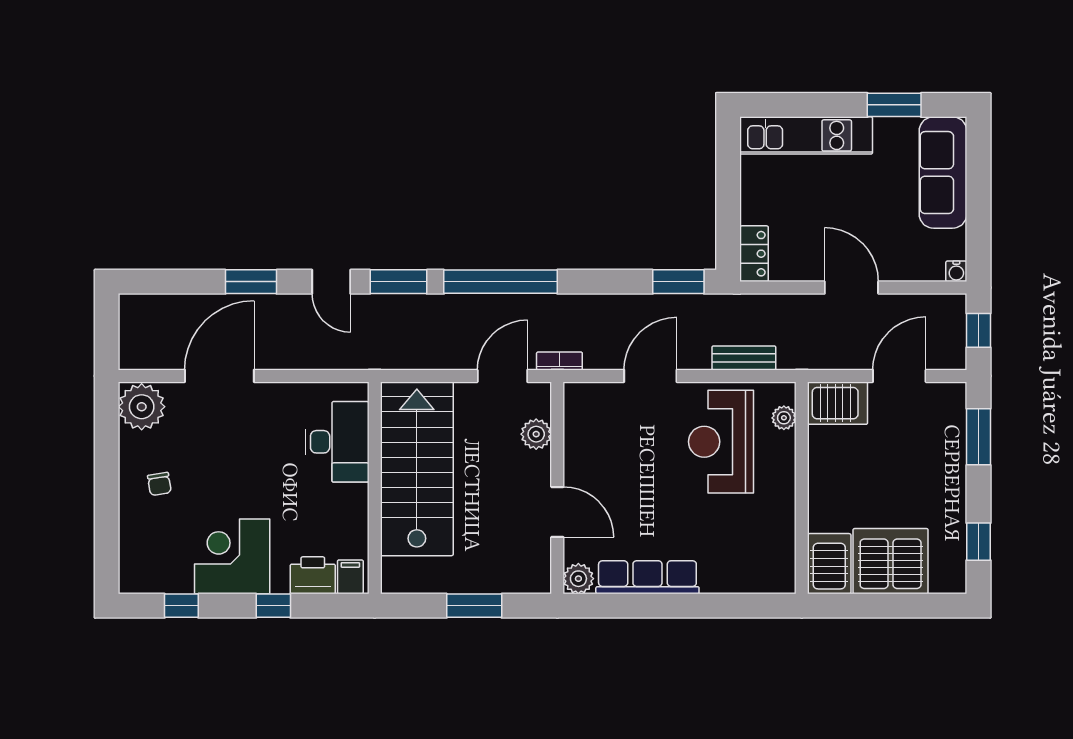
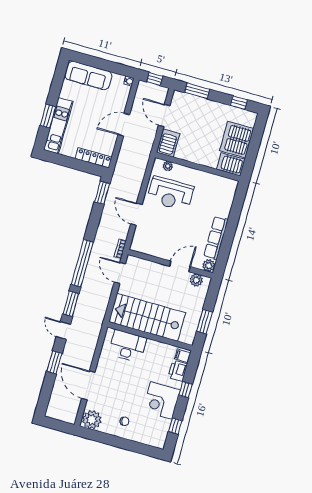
window: (894, 105) -> (48, 116), moved
locker: (754, 254) -> (94, 158), width x1.53
door: (331, 282) -> (63, 330), swing flipped
bench: (744, 358) -> (140, 175), removed
plant: (536, 434) -> (196, 280), moved
window: (474, 606) -> (205, 322), moved

